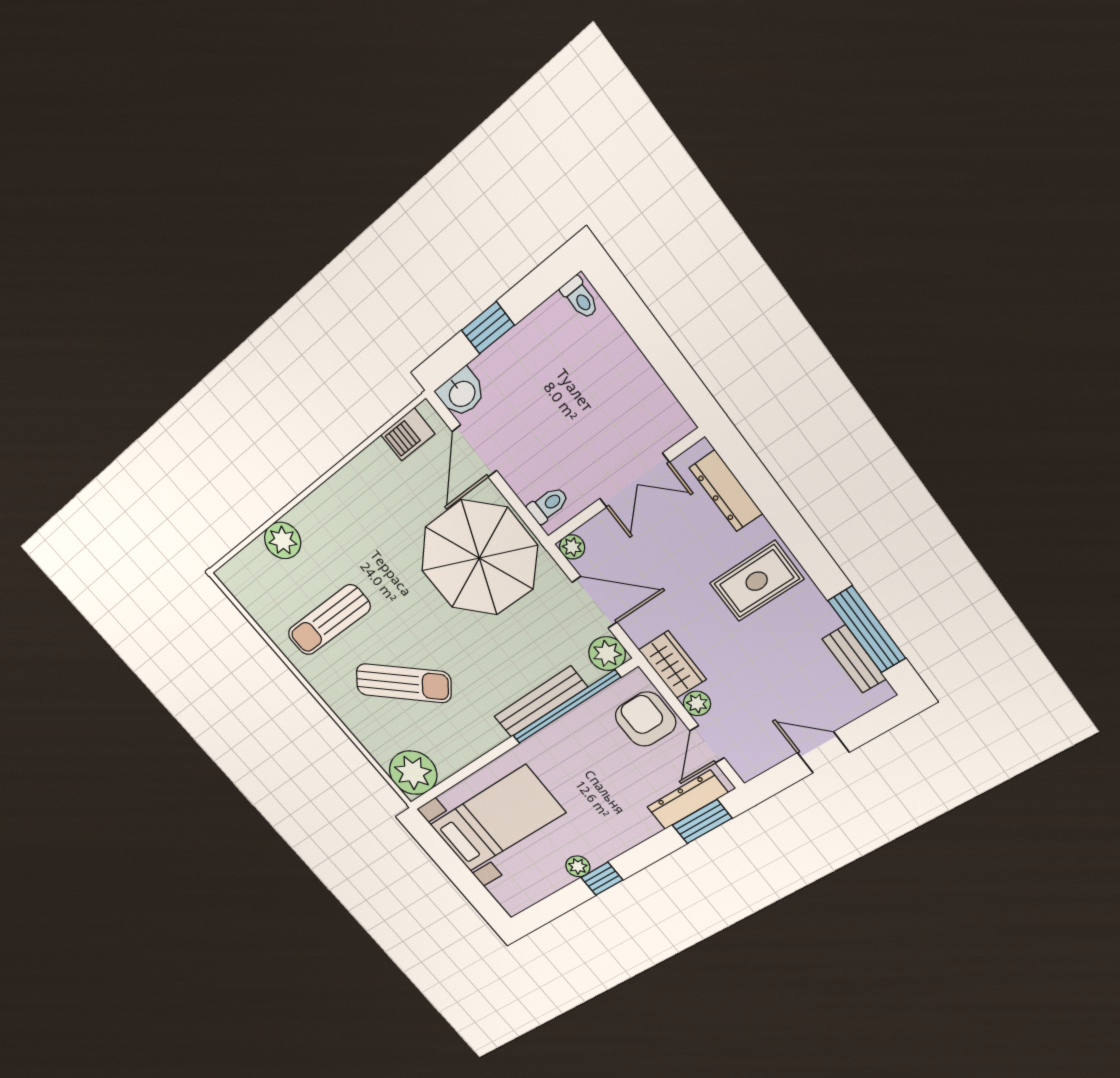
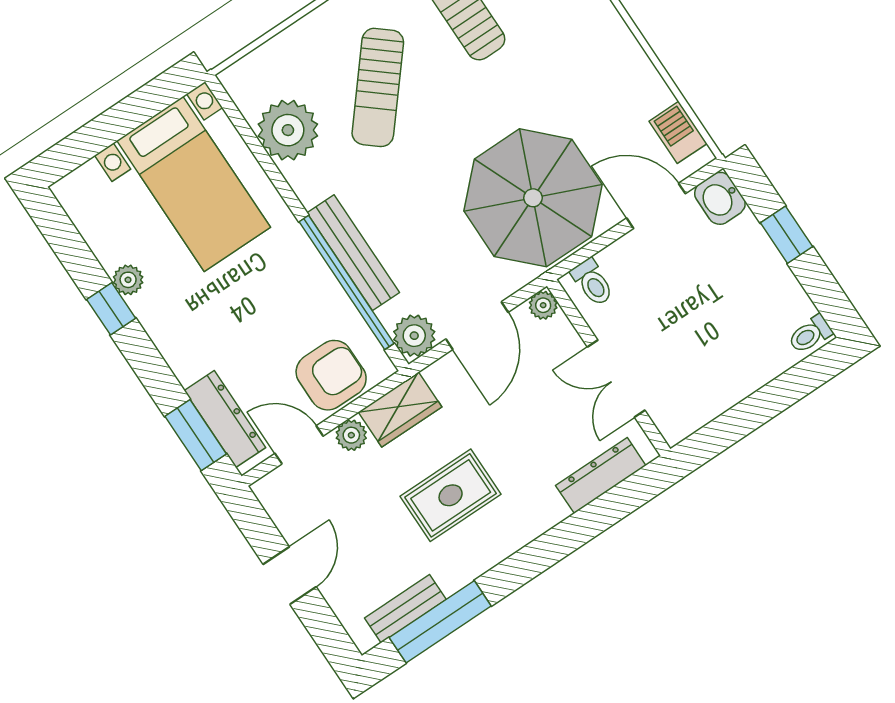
rug: (757, 581) -> (451, 495), moved, turned 90
plant: (413, 773) -> (288, 130), moved

